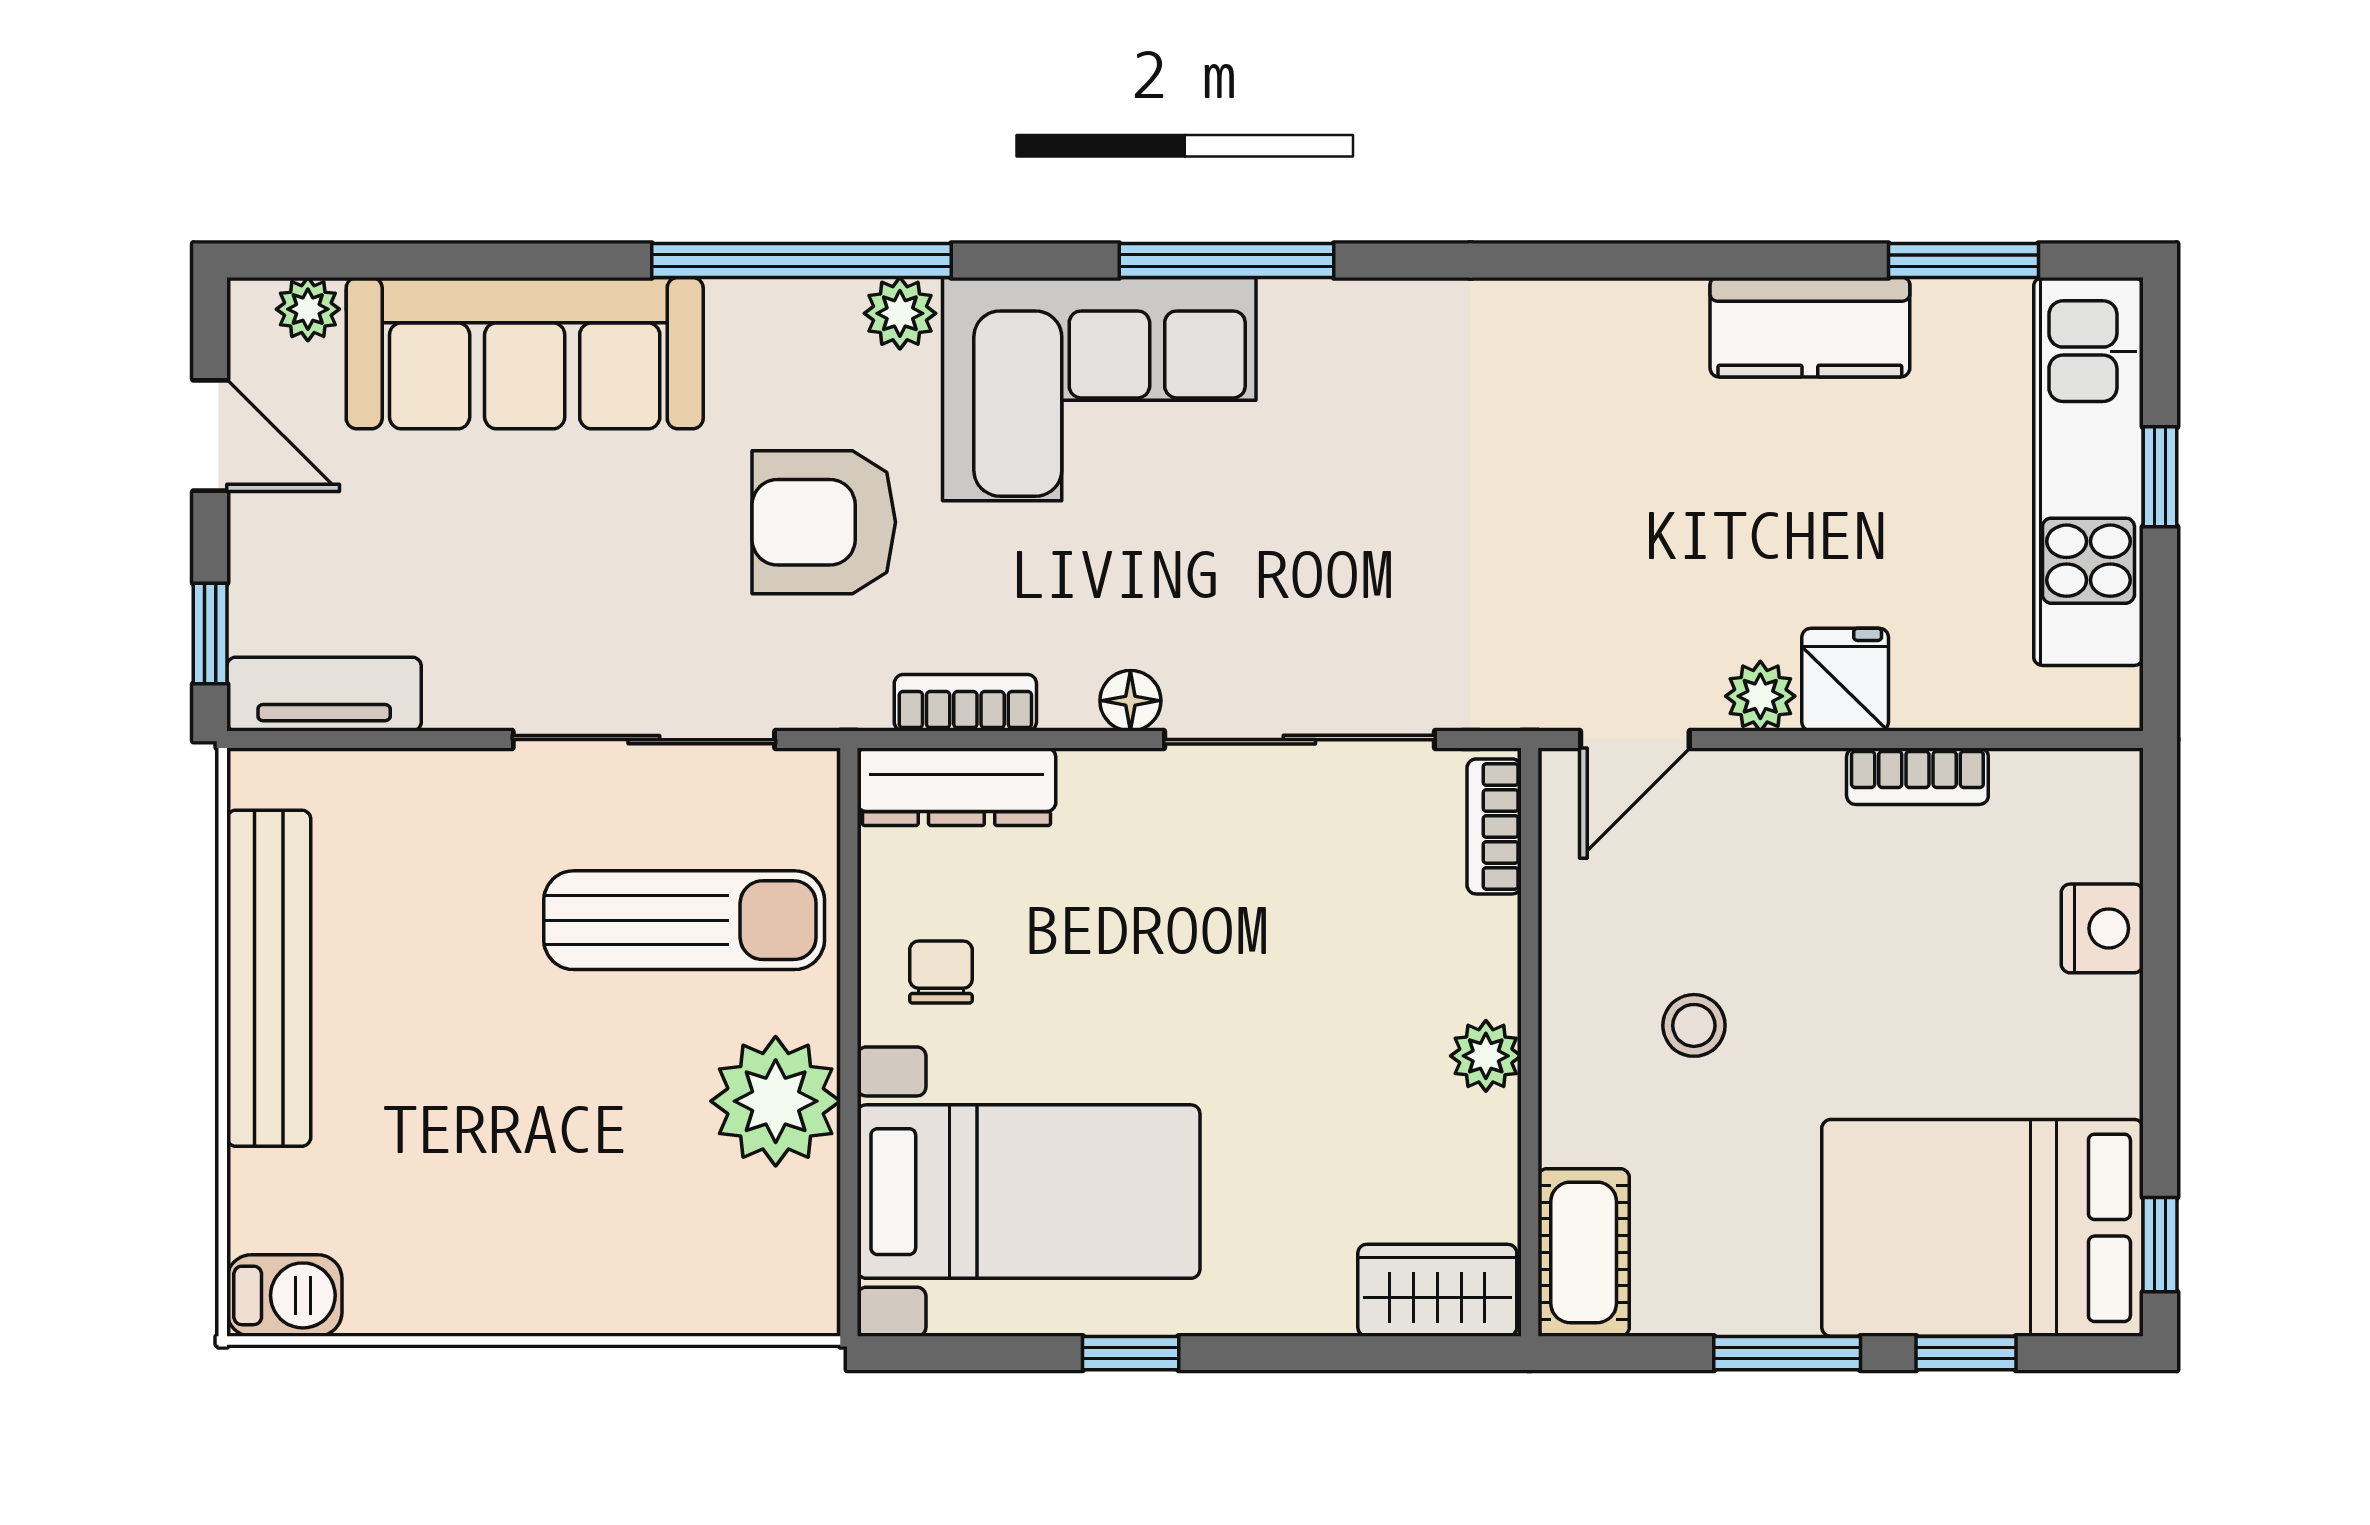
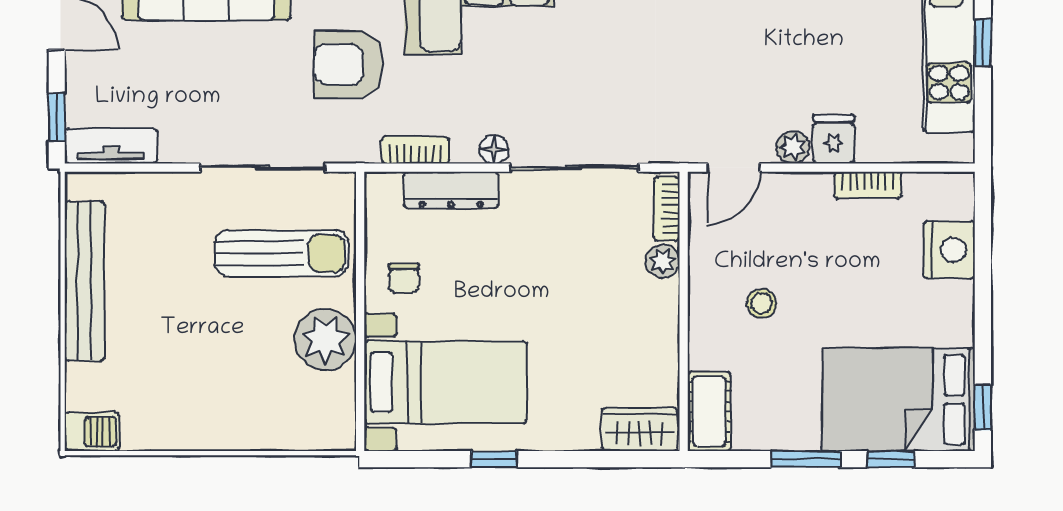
dresser: (956, 787) -> (451, 190), moved
nightstand: (2102, 928) -> (949, 250), width x1.36, depth x1.33
chair: (941, 972) -> (404, 278), turned 180
plant: (1486, 1056) -> (663, 261), moved

